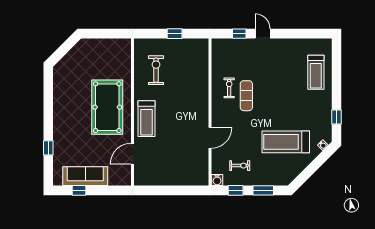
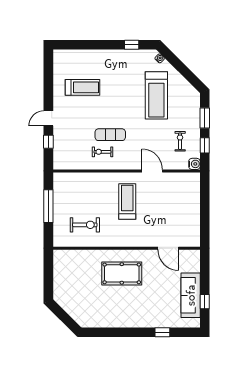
window: (175, 34) -> (48, 206), width x2.17
exercise bike: (156, 70) -> (85, 225), turned 180
treadmill: (316, 72) -> (83, 87), moved
pool table: (107, 107) -> (122, 273), width x0.73, depth x0.76
treadmill: (146, 119) -> (127, 202), moved, turned -90

